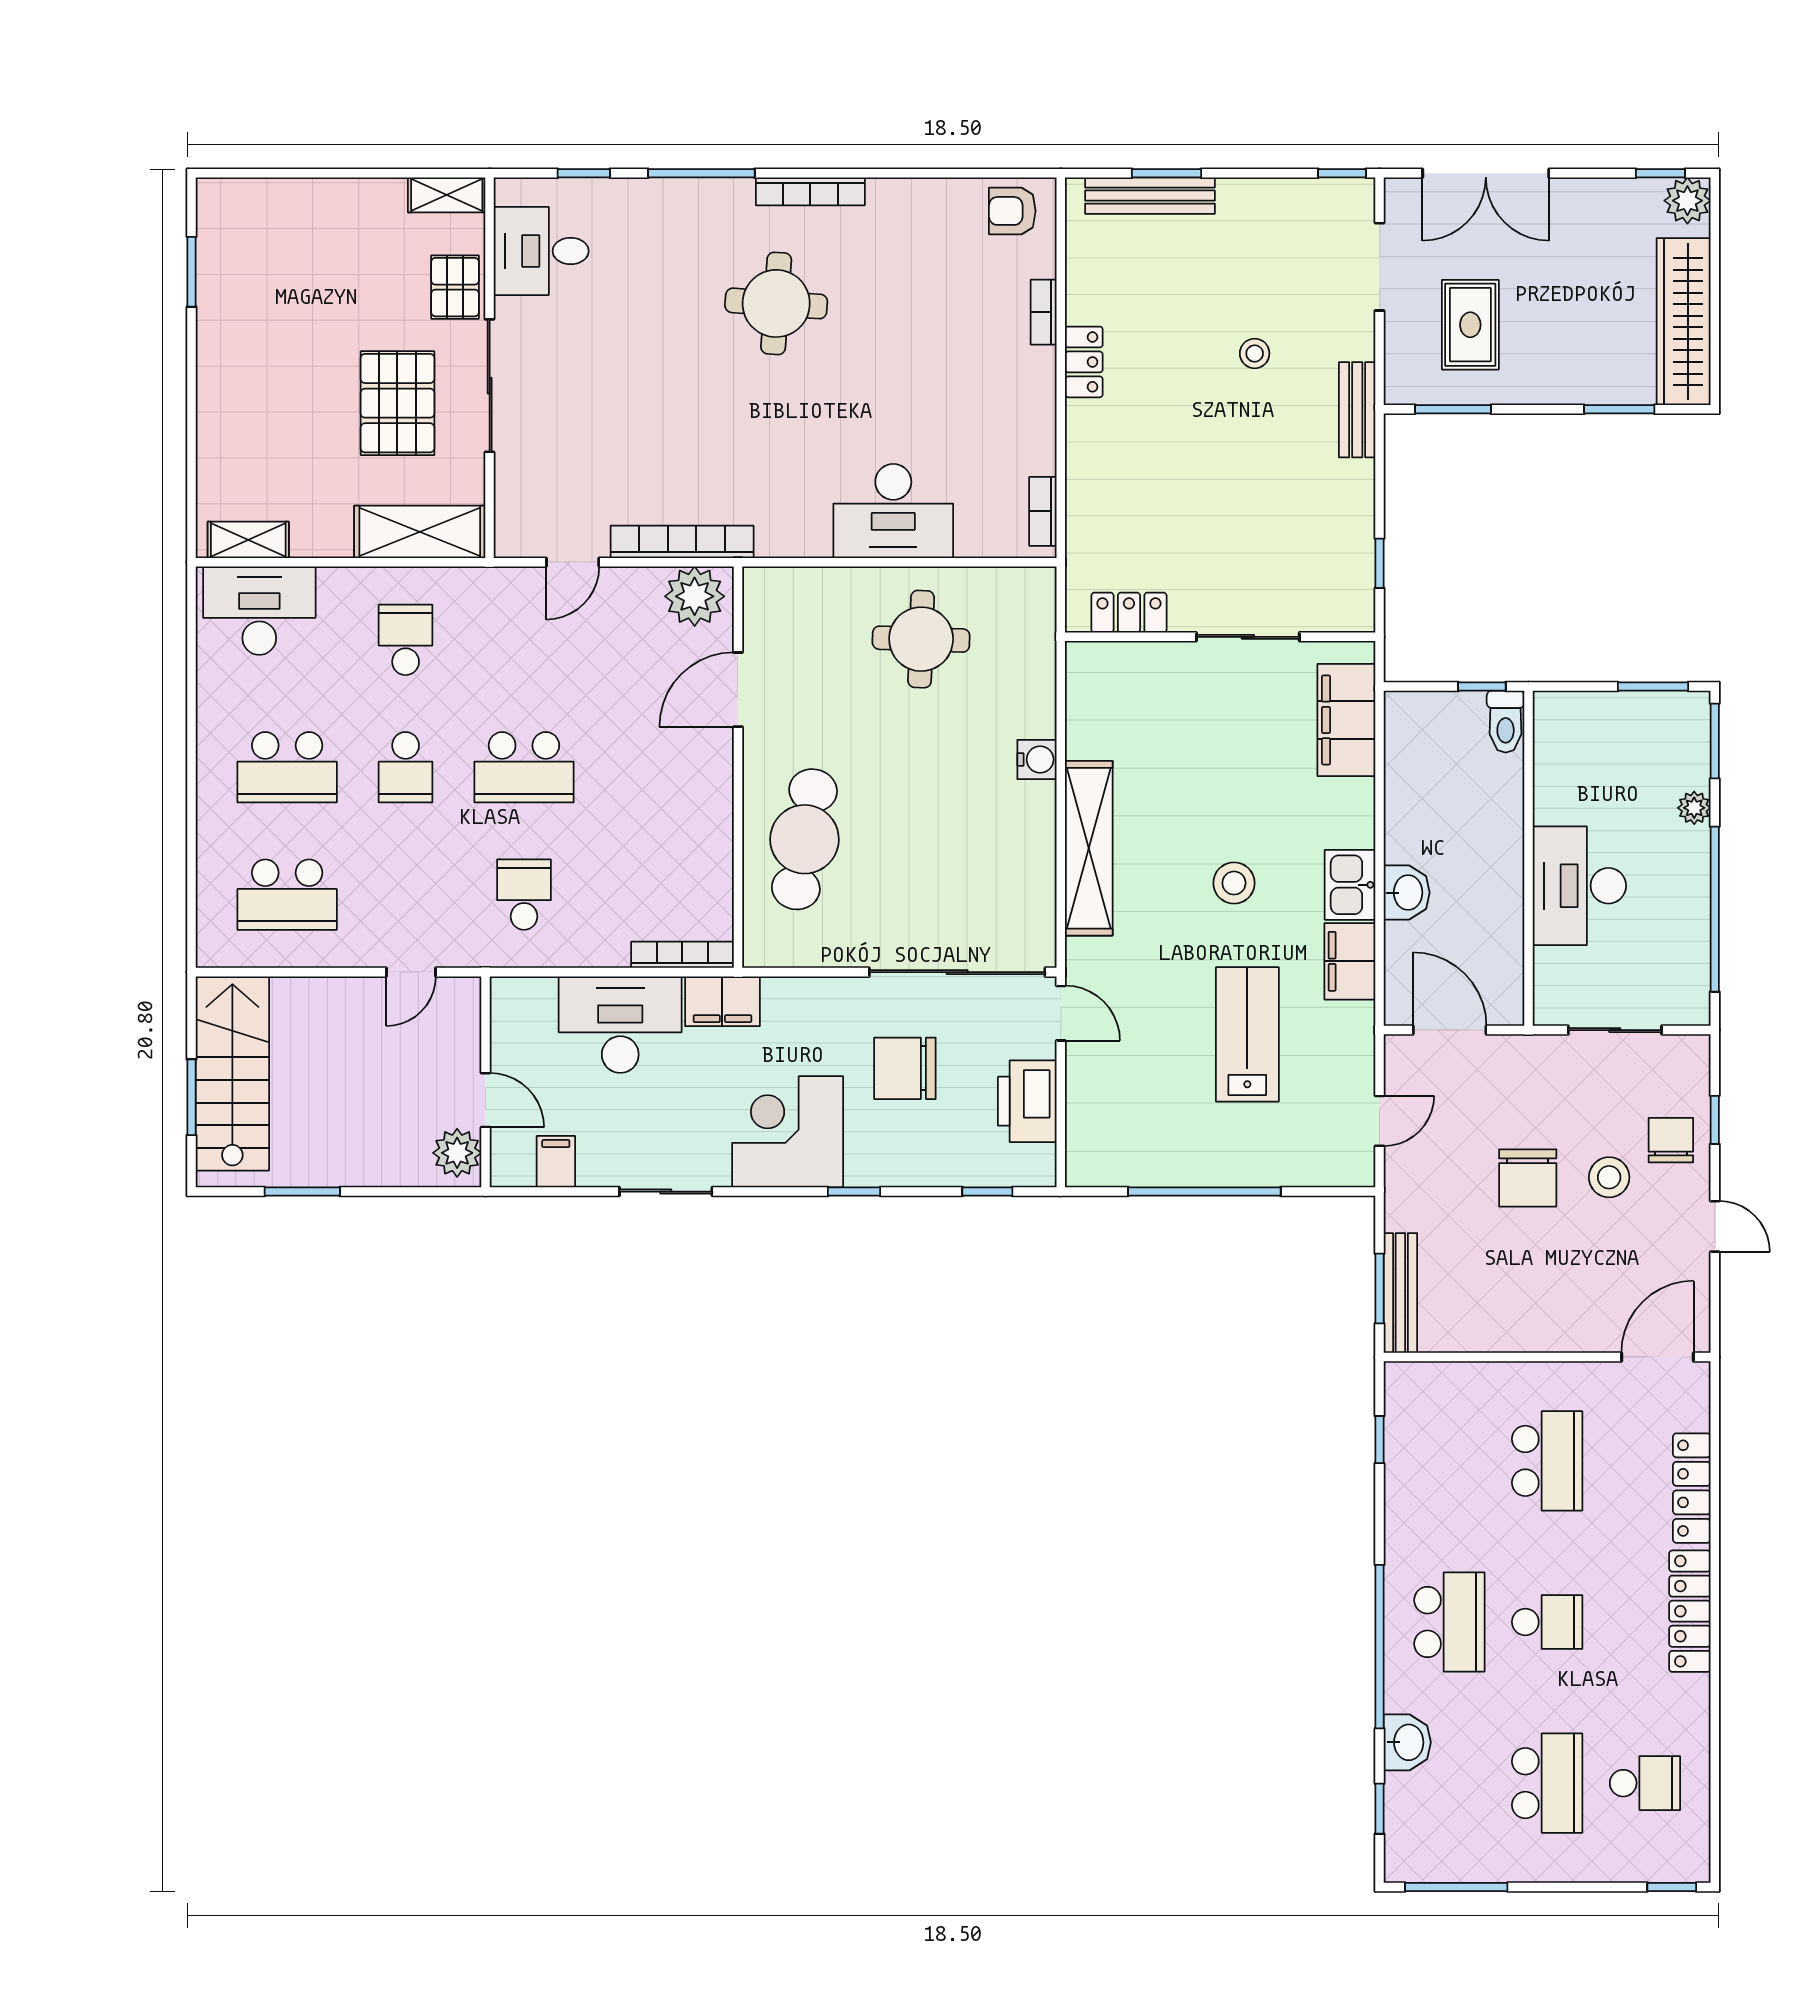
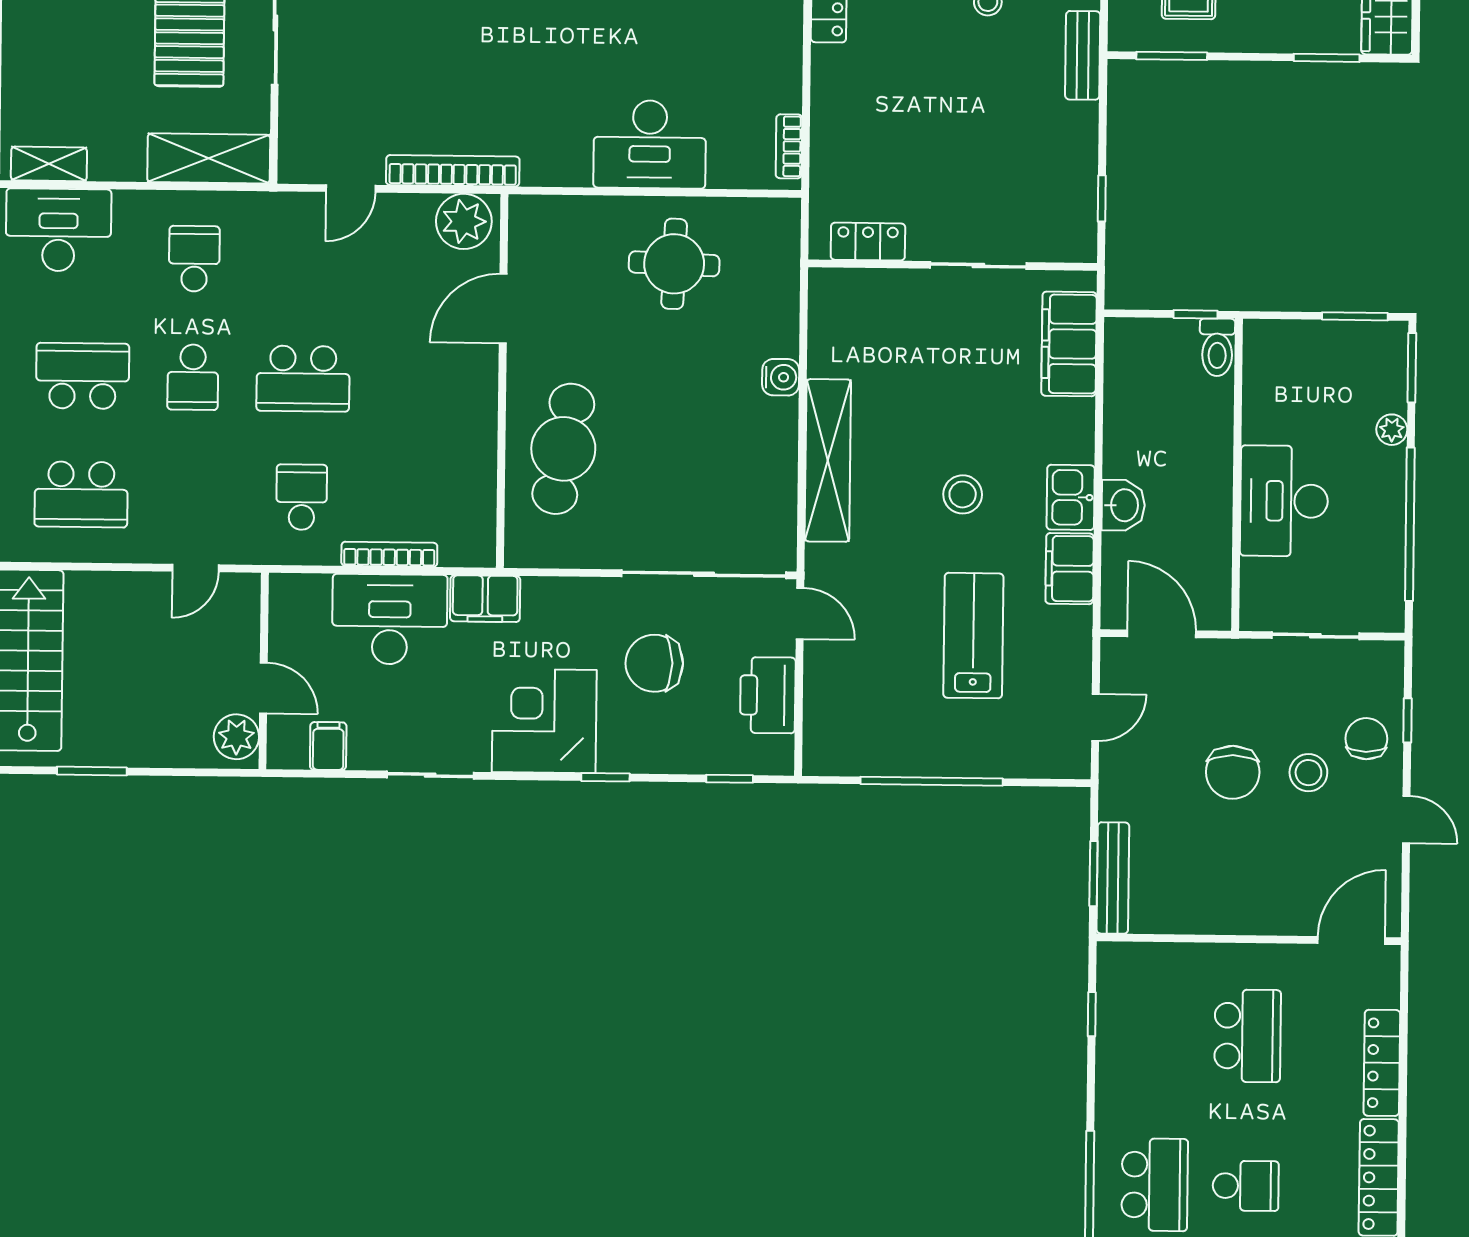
school desk: (287, 767) -> (83, 376), turned 180
bookcase: (682, 955) -> (389, 554), moved

